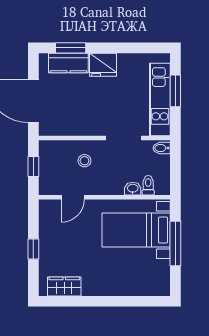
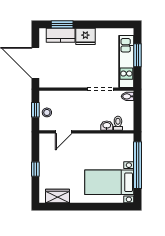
stool: (84, 161) -> (47, 112), moved
bed with nightstands: (136, 230) -> (109, 182), moved
window: (175, 244) -> (138, 165), width x1.46

